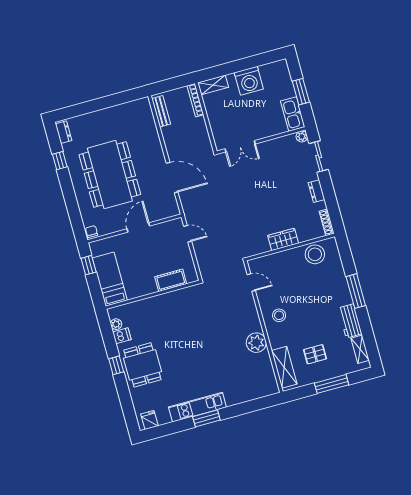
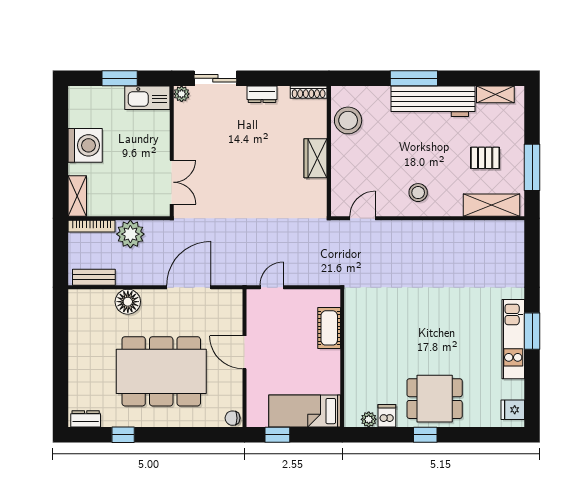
floor lamp: (151, 139) -> (128, 302), added
workbench: (350, 321) -> (433, 101), width x1.88, depth x1.32
plant: (256, 343) -> (130, 234), moved
pallet: (315, 354) -> (485, 158), turned 90
window: (332, 384) -> (532, 167), moved

